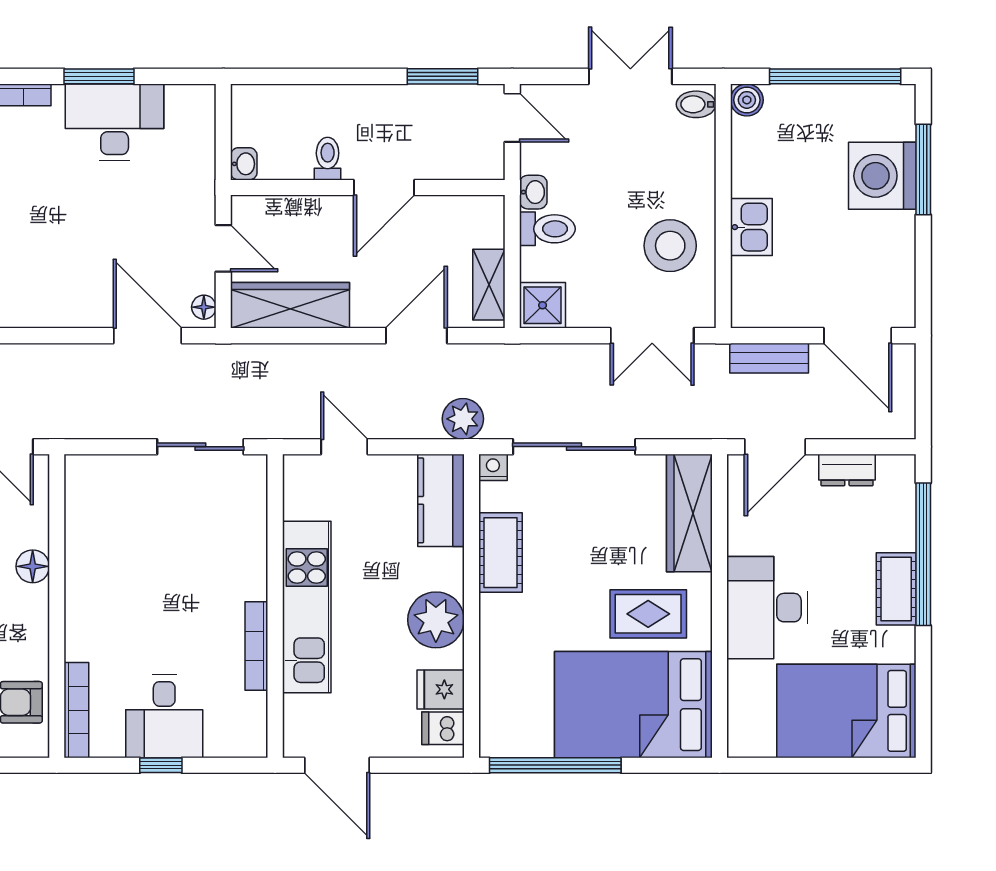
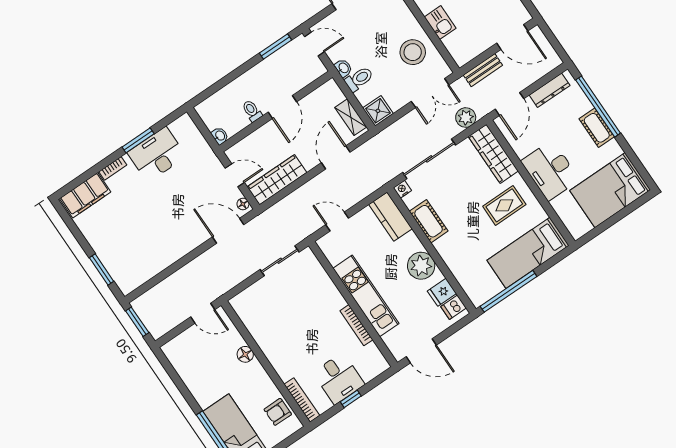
plant: (463, 419) -> (466, 118), moved
dresser: (847, 470) -> (550, 90), width x1.44
bed: (633, 705) -> (528, 253), width x0.67

